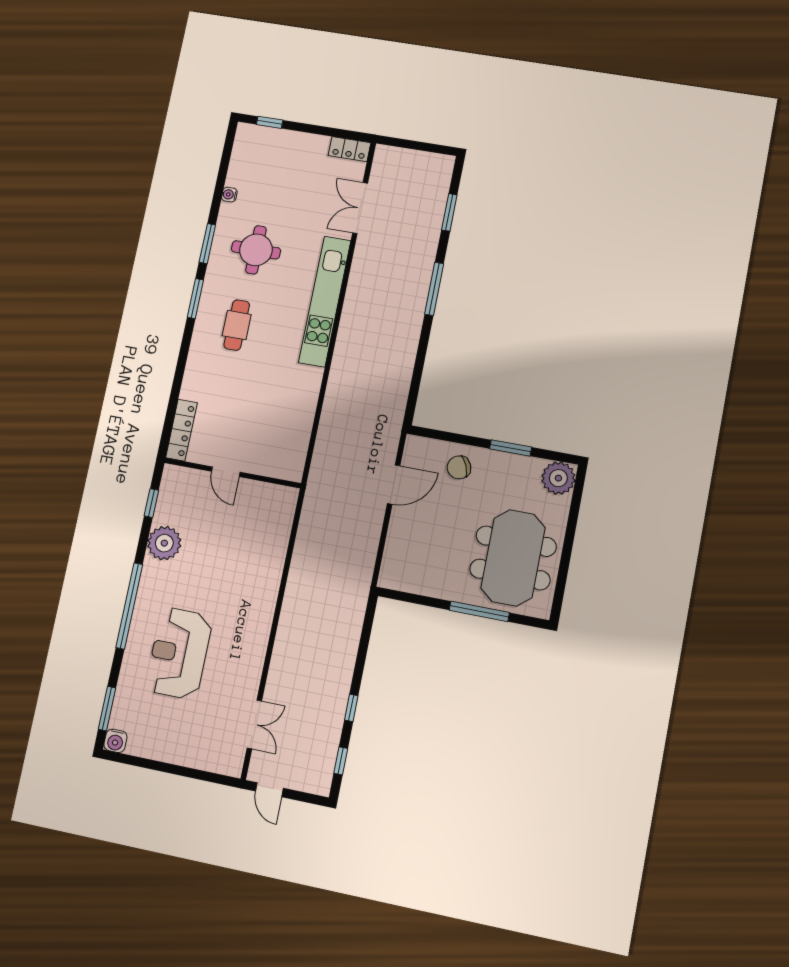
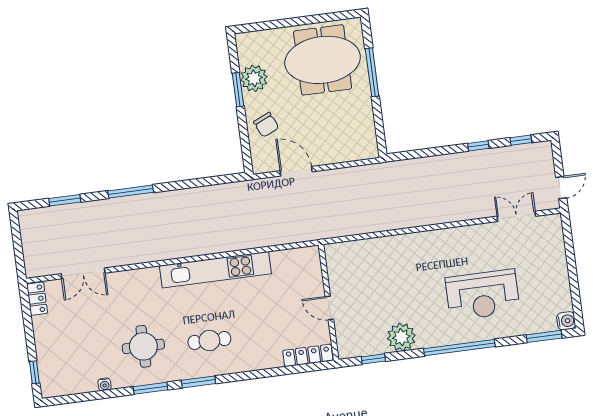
kitchen unit: (325, 301) -> (215, 270), moved
door: (226, 472) -> (329, 308), swing flipped
plant: (558, 478) -> (254, 78), moved

